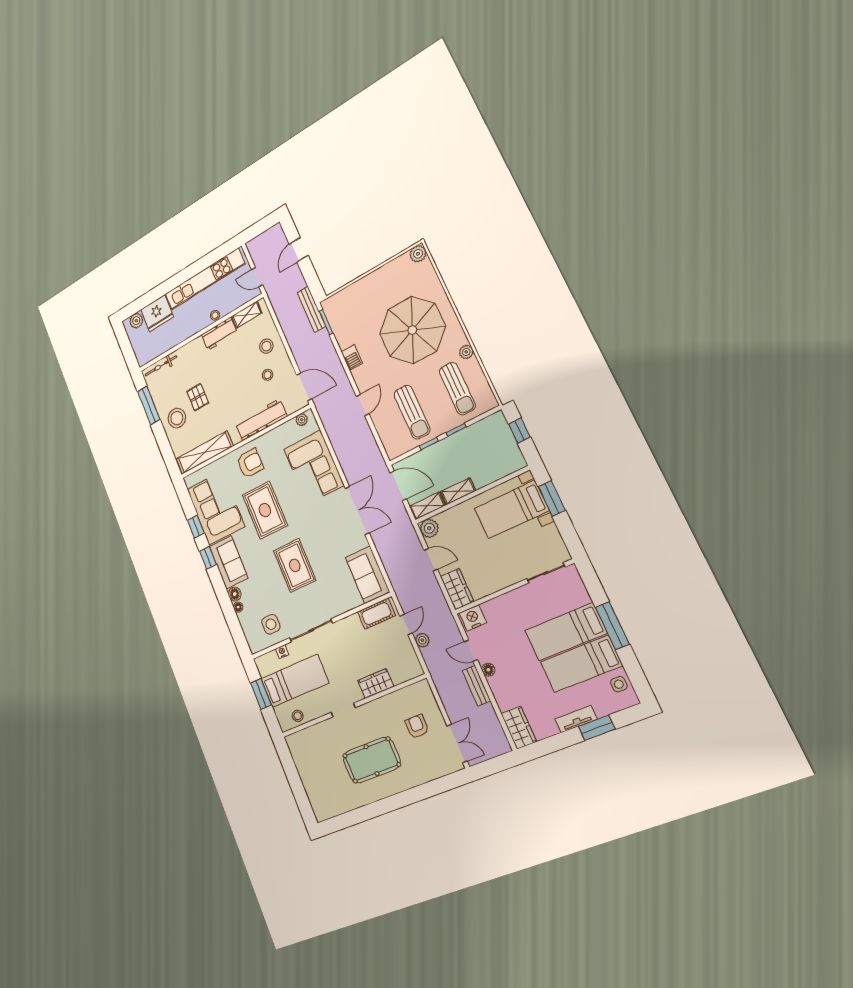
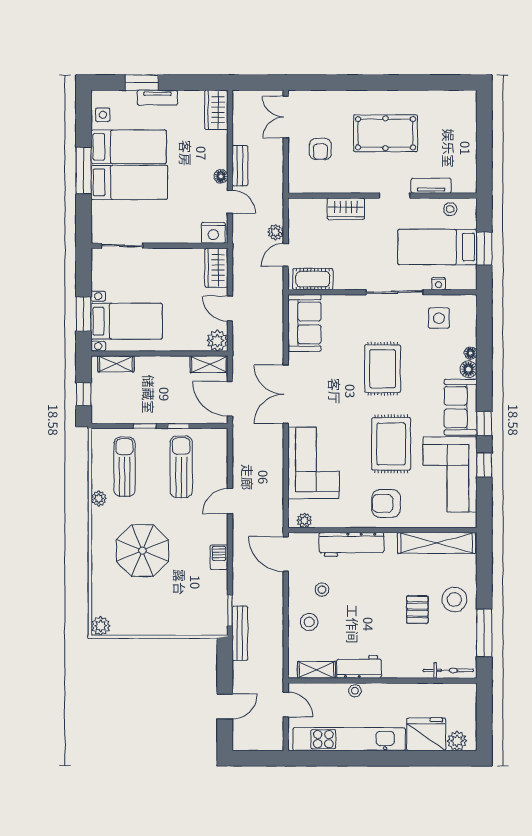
parasol: (412, 330) -> (142, 551), width x0.73, depth x0.73
shelving: (458, 491) -> (116, 364), moved
tv unit: (319, 729) -> (431, 186), added

